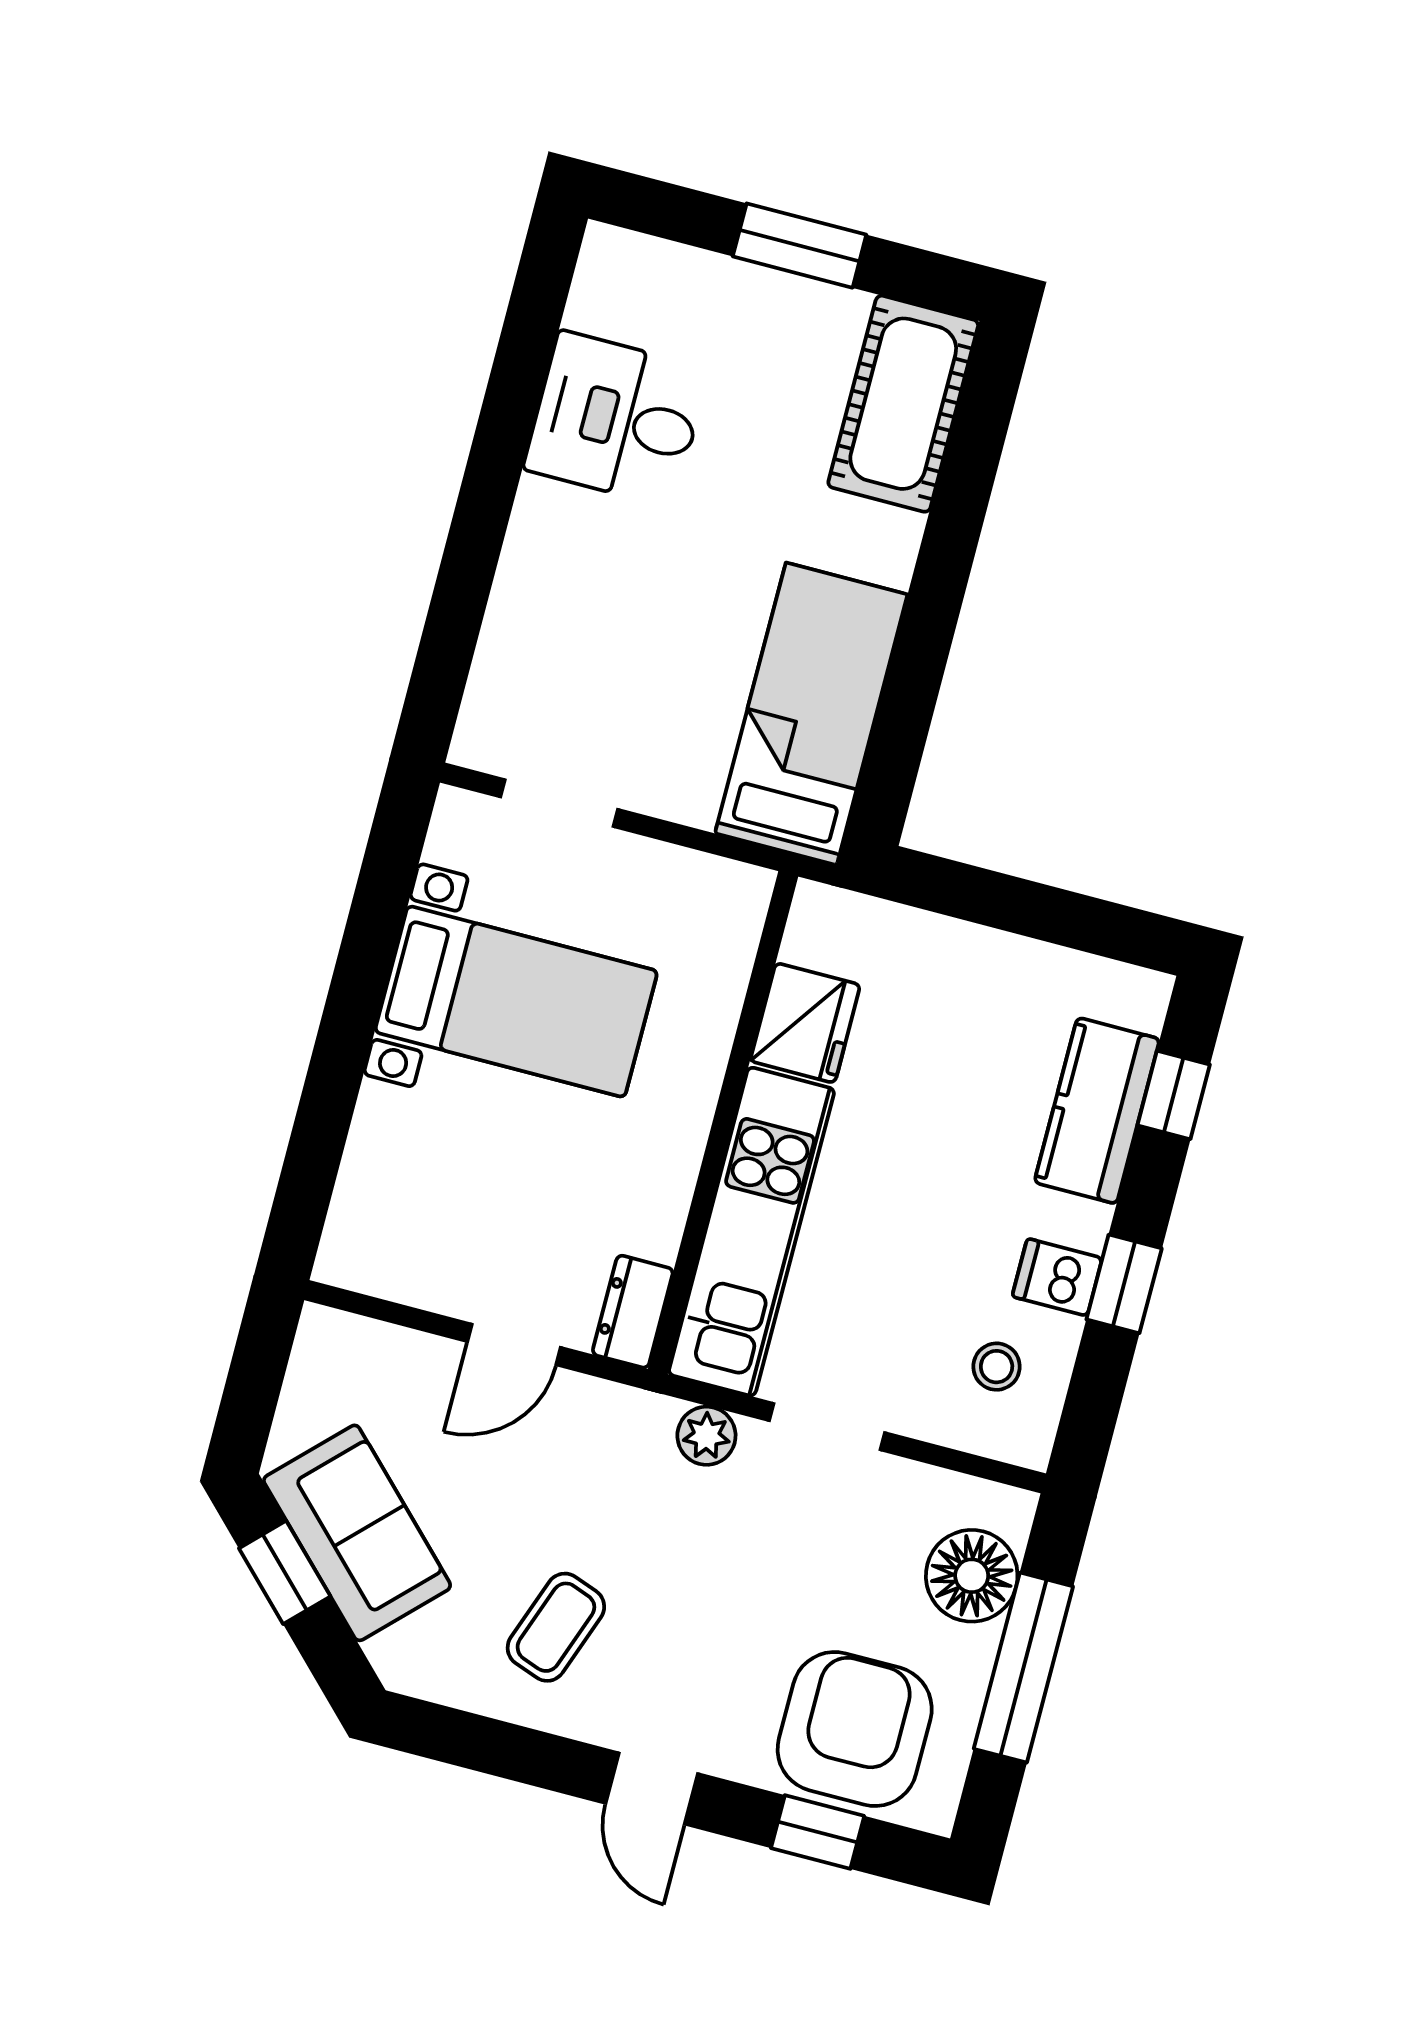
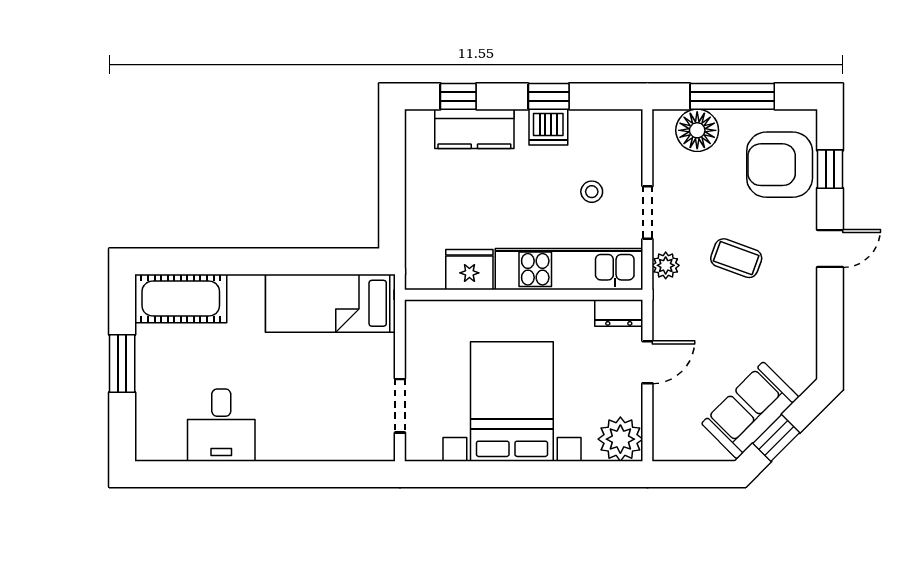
bed with nightstands: (516, 1002) -> (512, 402), width x1.36
plant: (368, 1246) -> (620, 439), added
dishwasher: (1057, 1277) -> (548, 127), width x1.38
door: (514, 1345) -> (647, 362), hinge flipped
stool: (997, 1367) -> (592, 192), moved
coffee table: (556, 1627) -> (736, 258), moved

